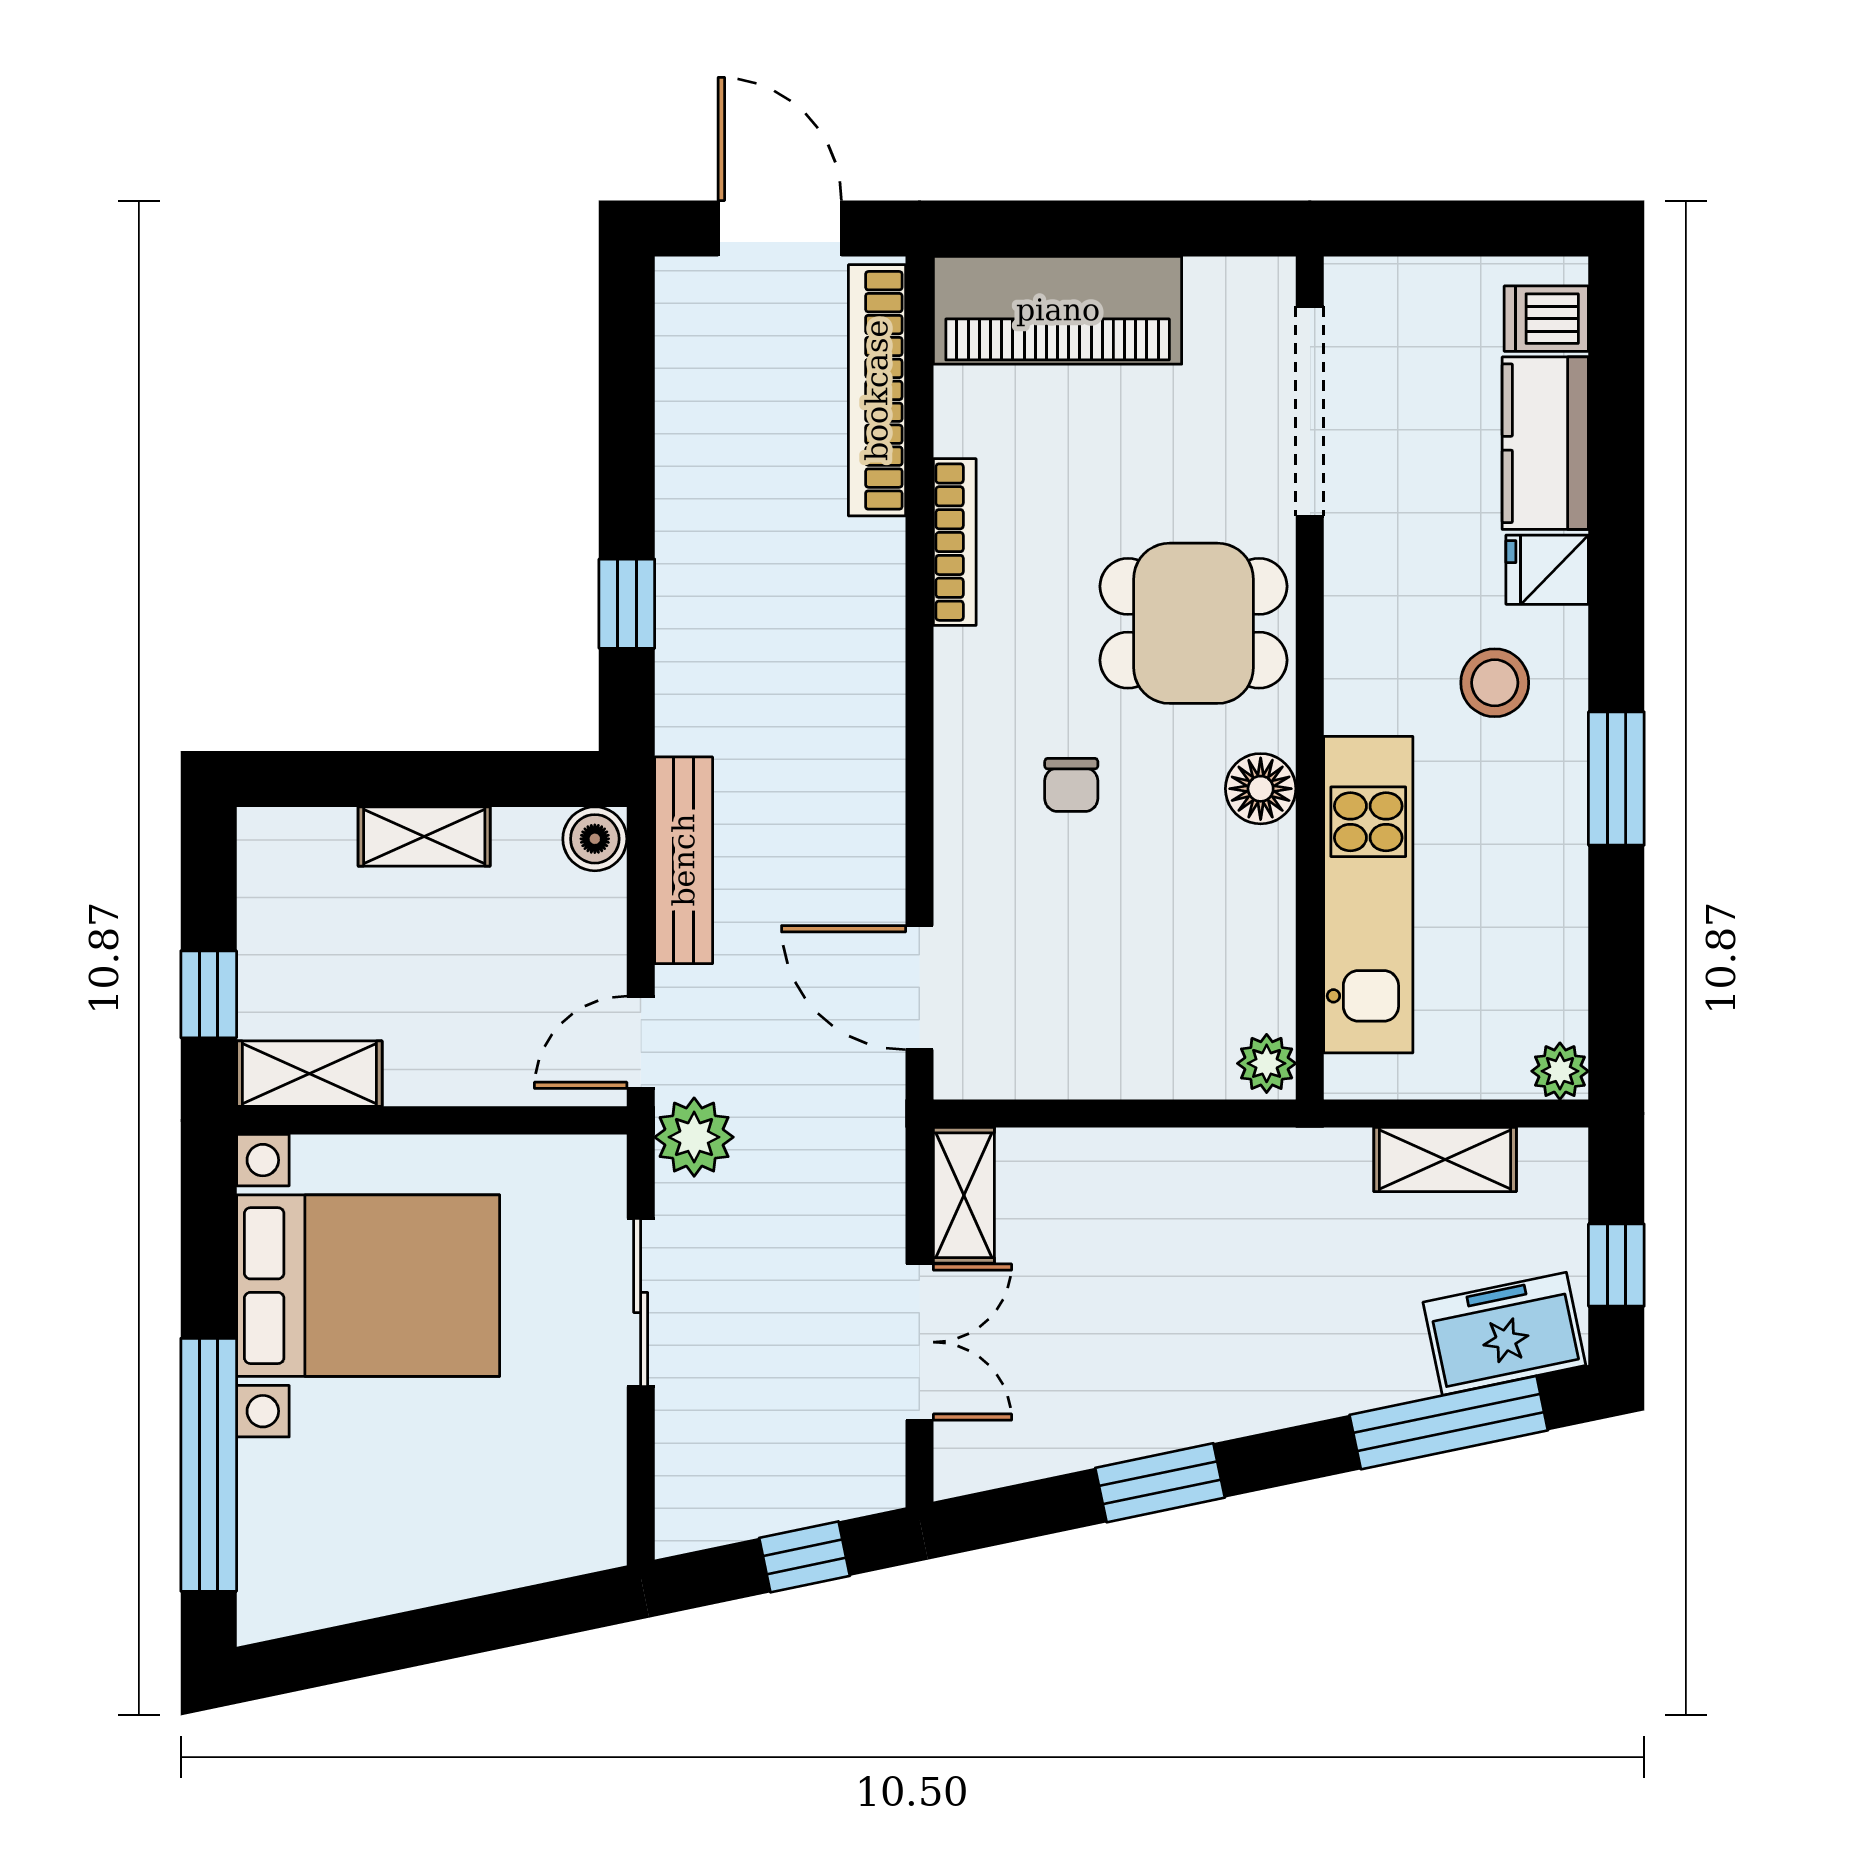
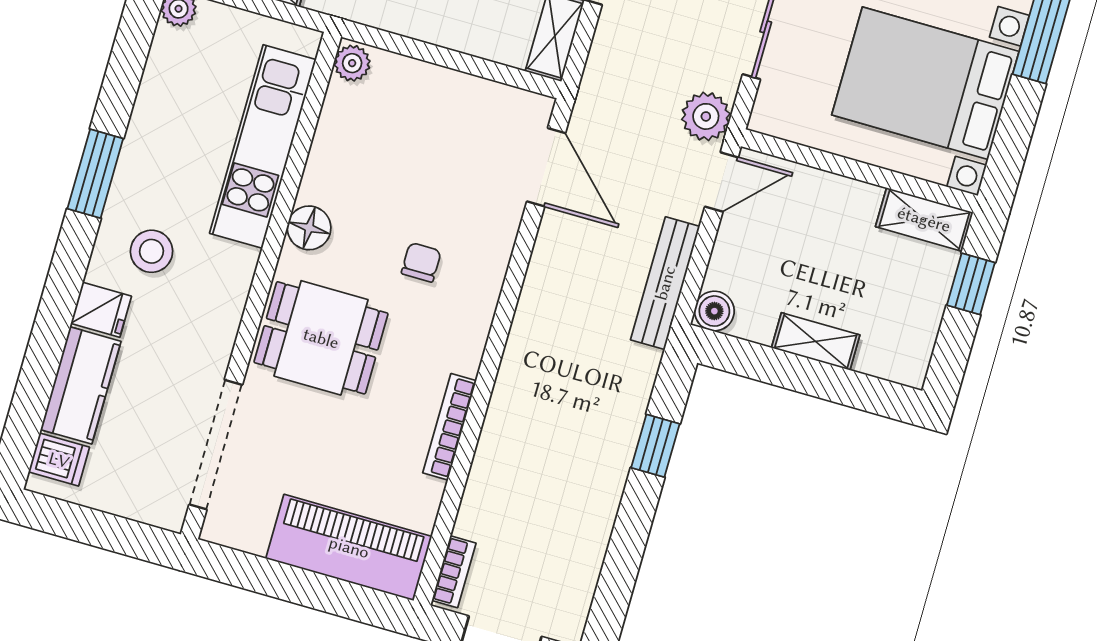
bookcase: (877, 390) -> (454, 572), width x0.43, depth x0.76

